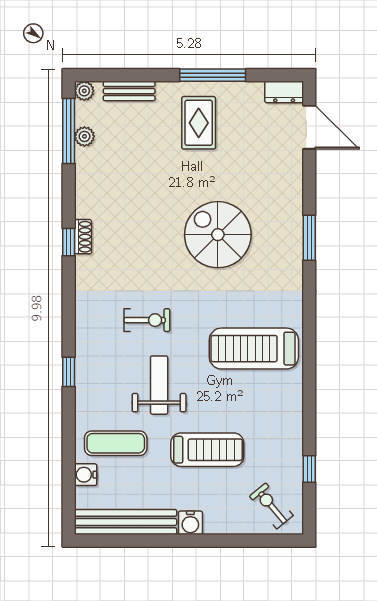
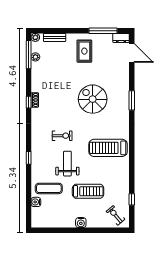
window: (213, 75) -> (103, 31), moved
bench: (126, 522) -> (53, 222), removed

